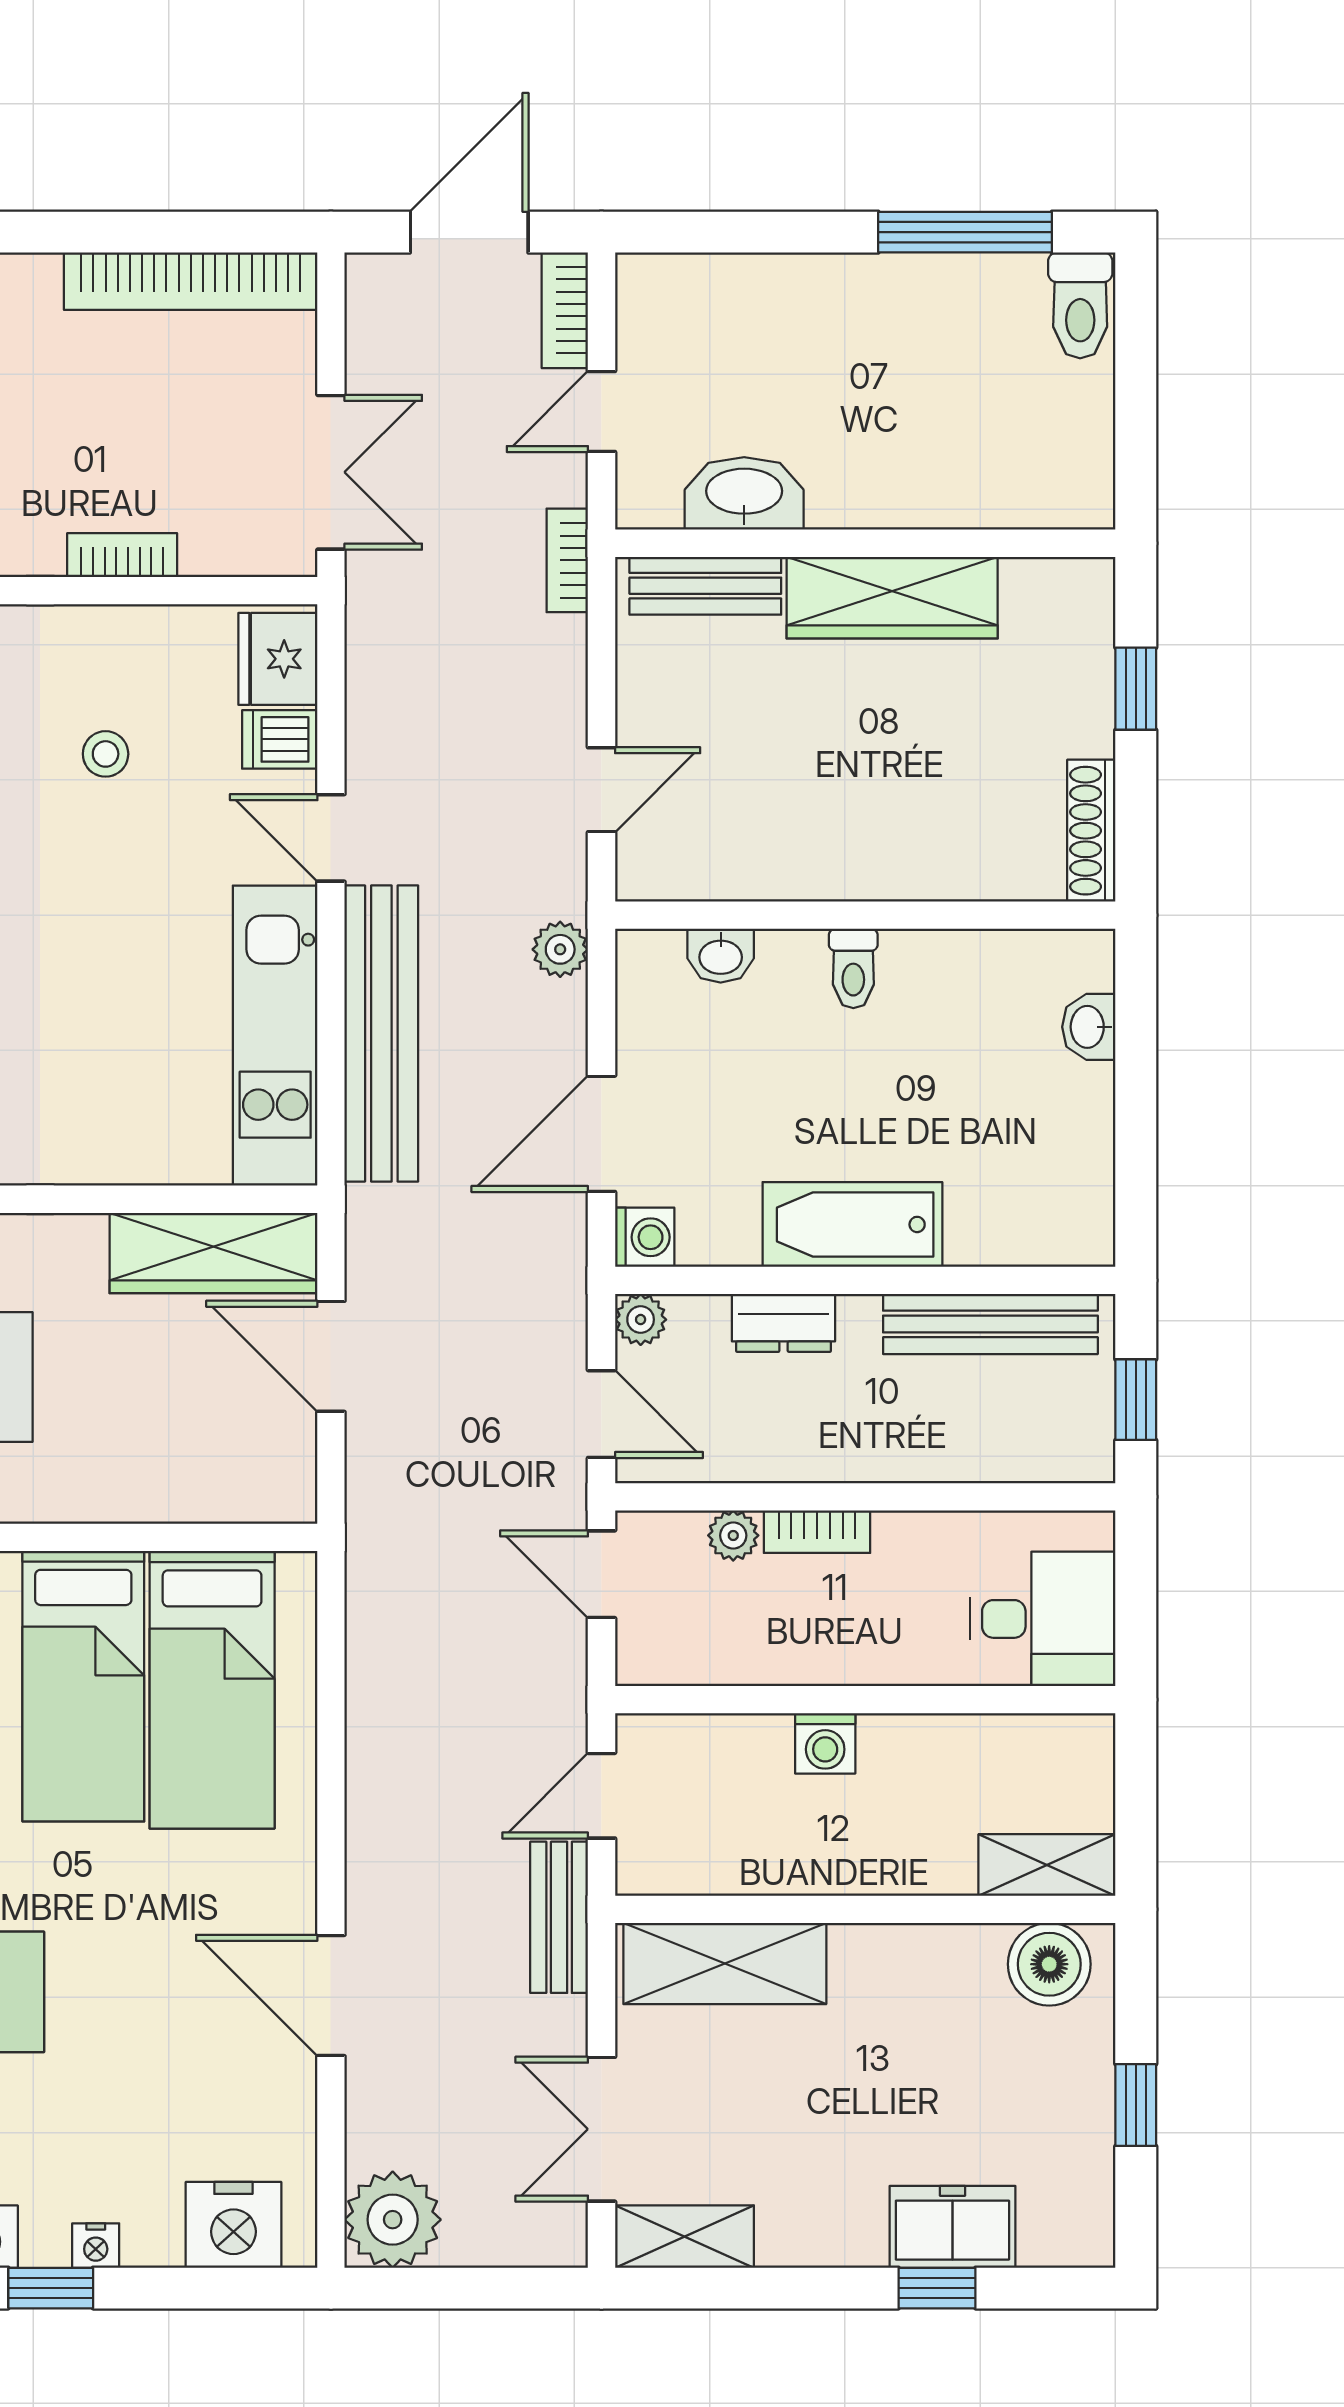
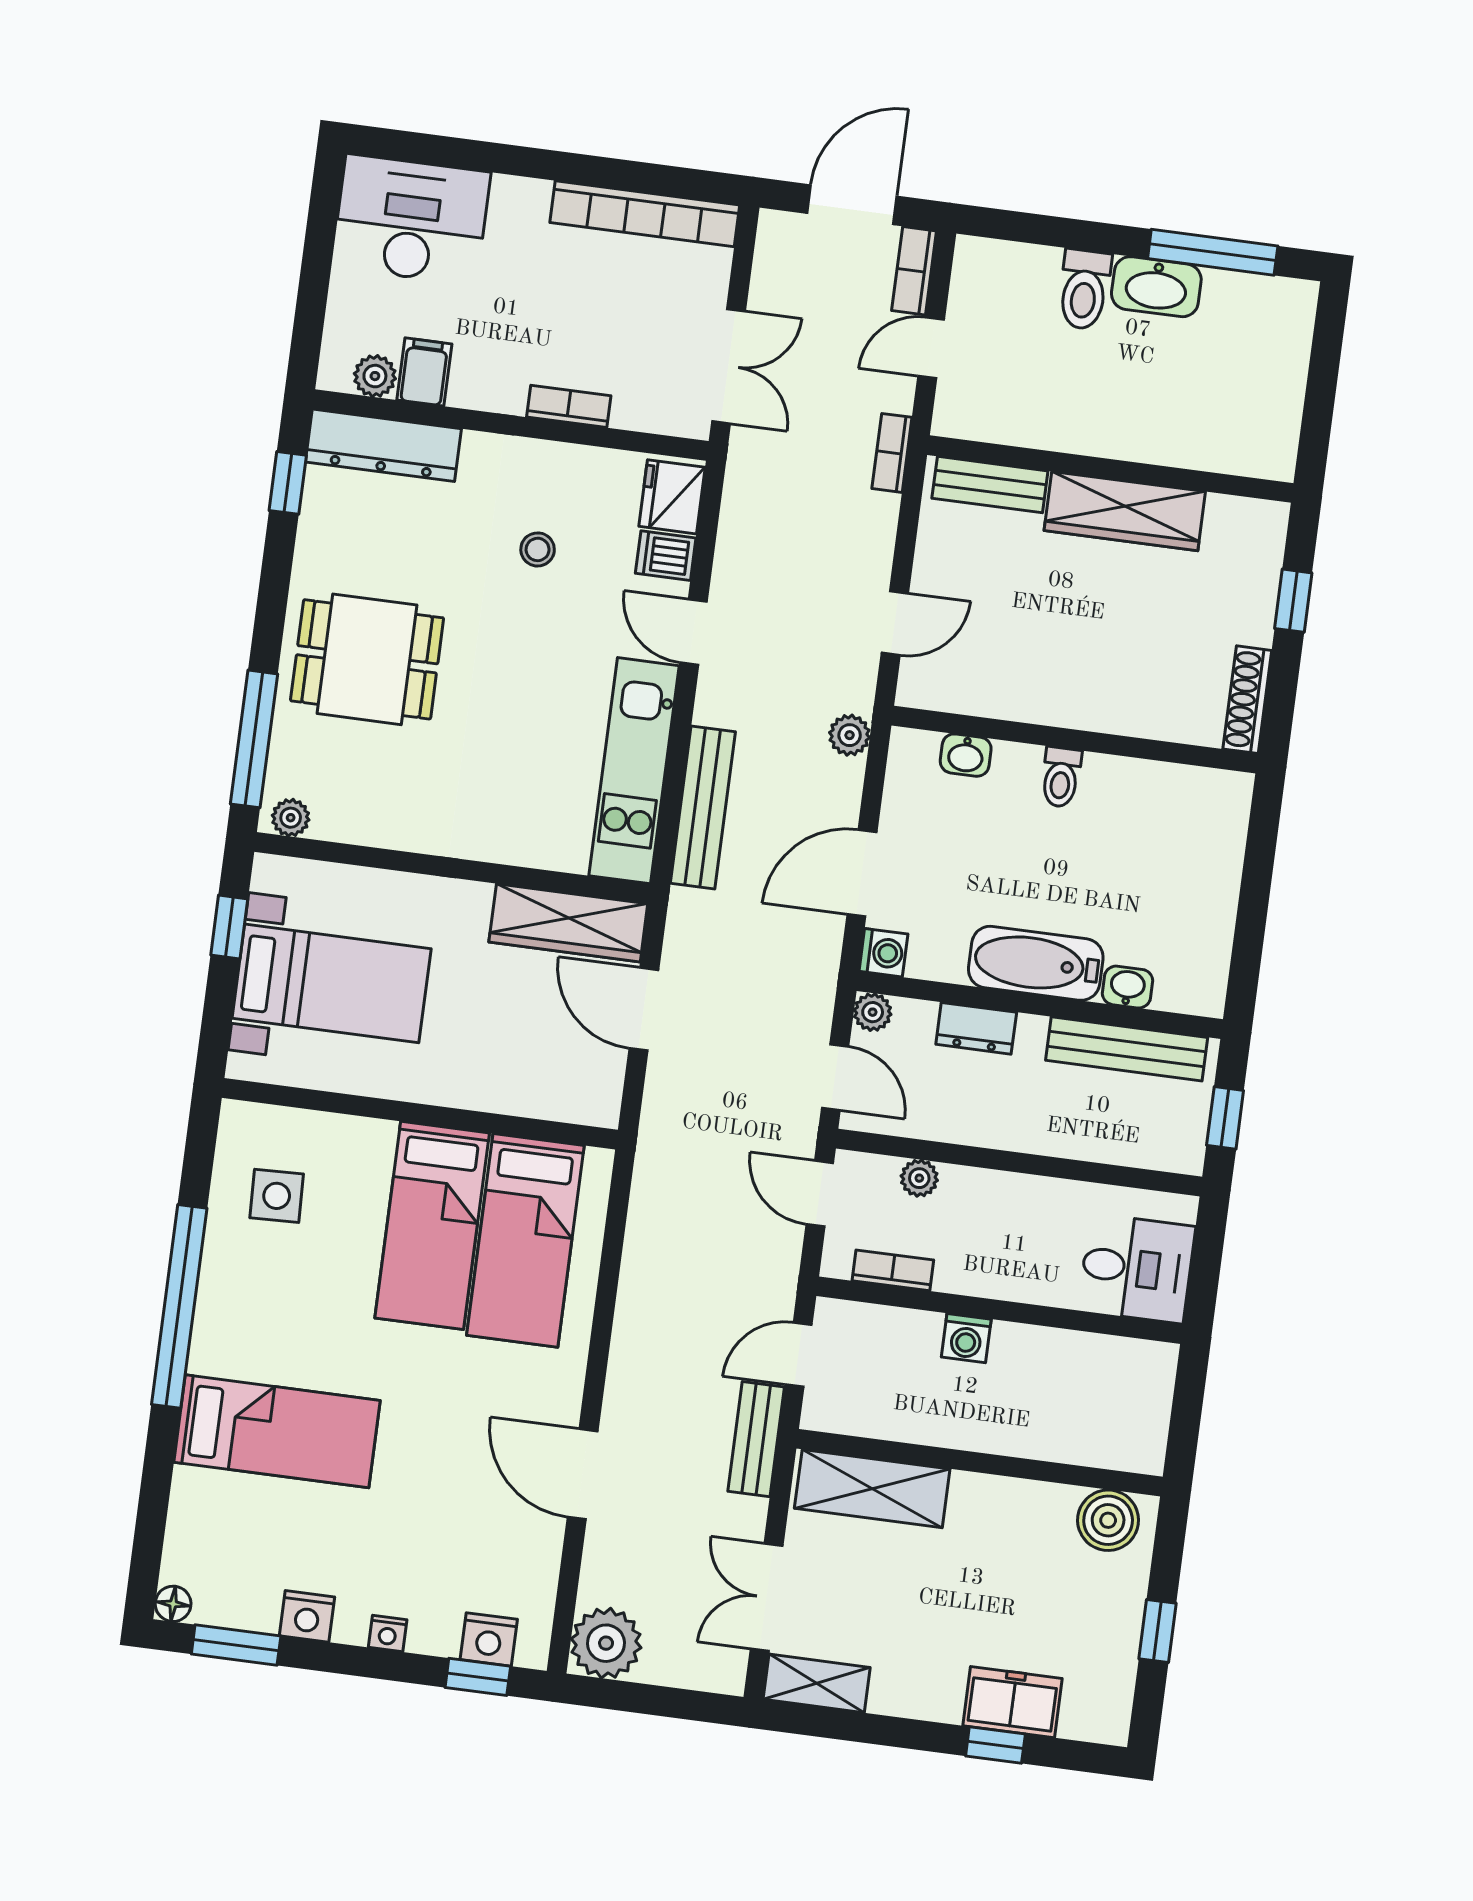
toilet: (1080, 305) -> (1084, 289), moved
washbasin: (744, 493) -> (1156, 287), moved, turned 180
washbasin: (1089, 1027) -> (1128, 987), moved, turned 90
bench: (381, 1033) -> (703, 808), width x0.73, depth x0.82
bookcase: (817, 1532) -> (893, 1270), moved, turned 180
shelving: (1047, 1865) -> (1116, 1448), removed
nightstand: (233, 2225) -> (489, 1639), width x0.74, depth x0.75
window: (51, 2288) -> (478, 1677), moved

